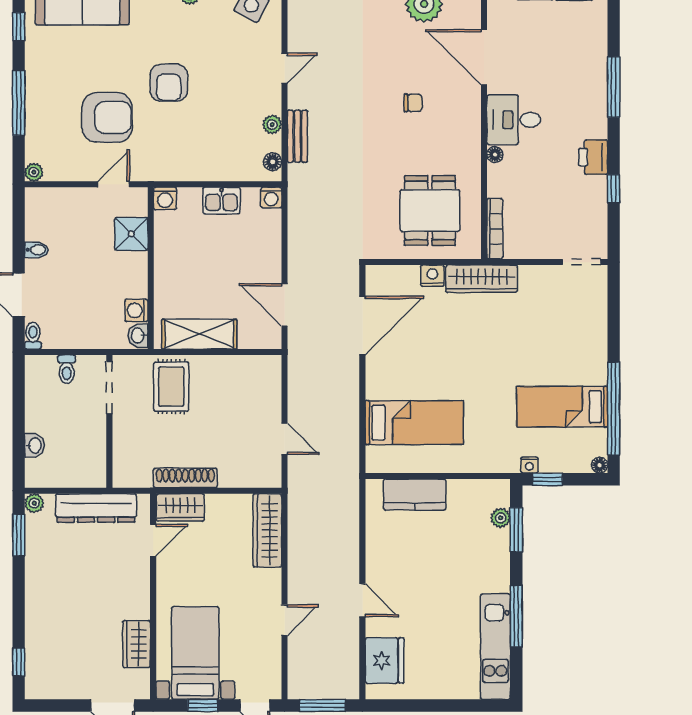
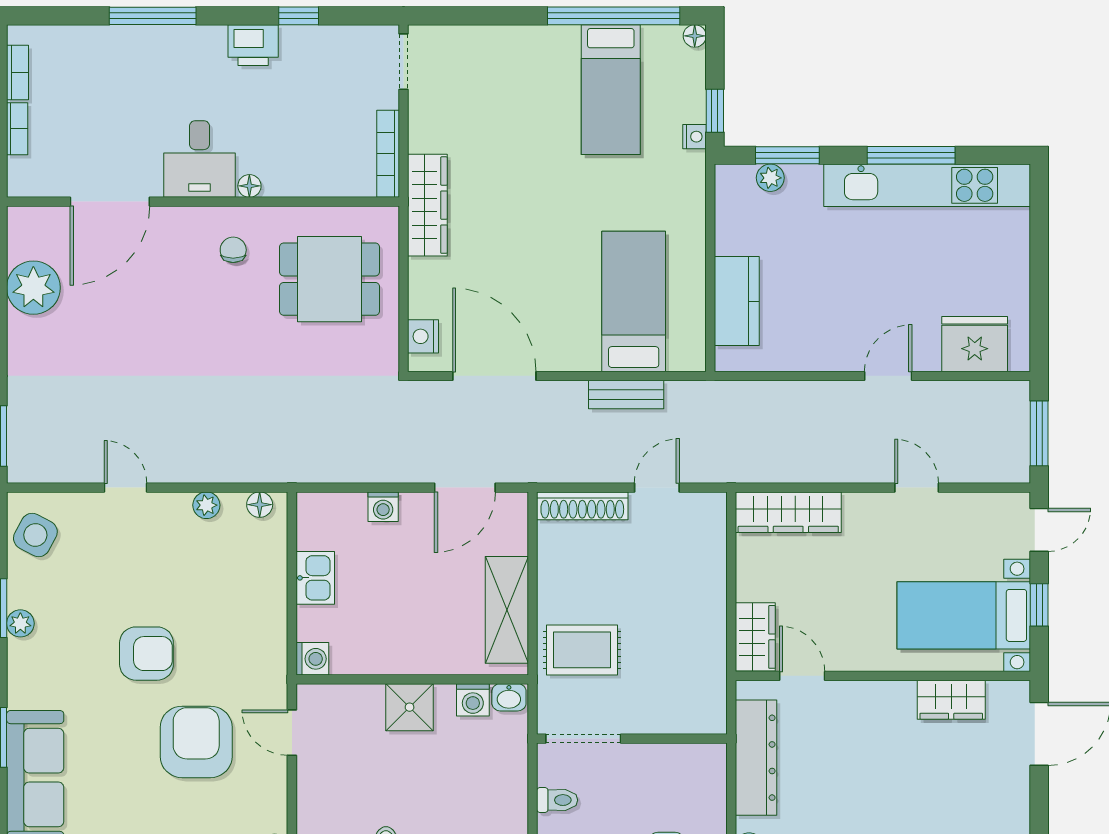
chair: (413, 103) -> (233, 250), moved
bench: (297, 136) -> (626, 394), moved
washing machine: (271, 197) -> (383, 507), moved, turned 90
bookcase: (495, 229) -> (388, 154), moved, turned -90
shower: (131, 234) -> (410, 707), moved
nightstand: (432, 276) -> (423, 336), moved
shoe rack: (185, 478) -> (582, 506), moved, turned -90
kitchen unit: (495, 647) -> (927, 185), width x1.36

